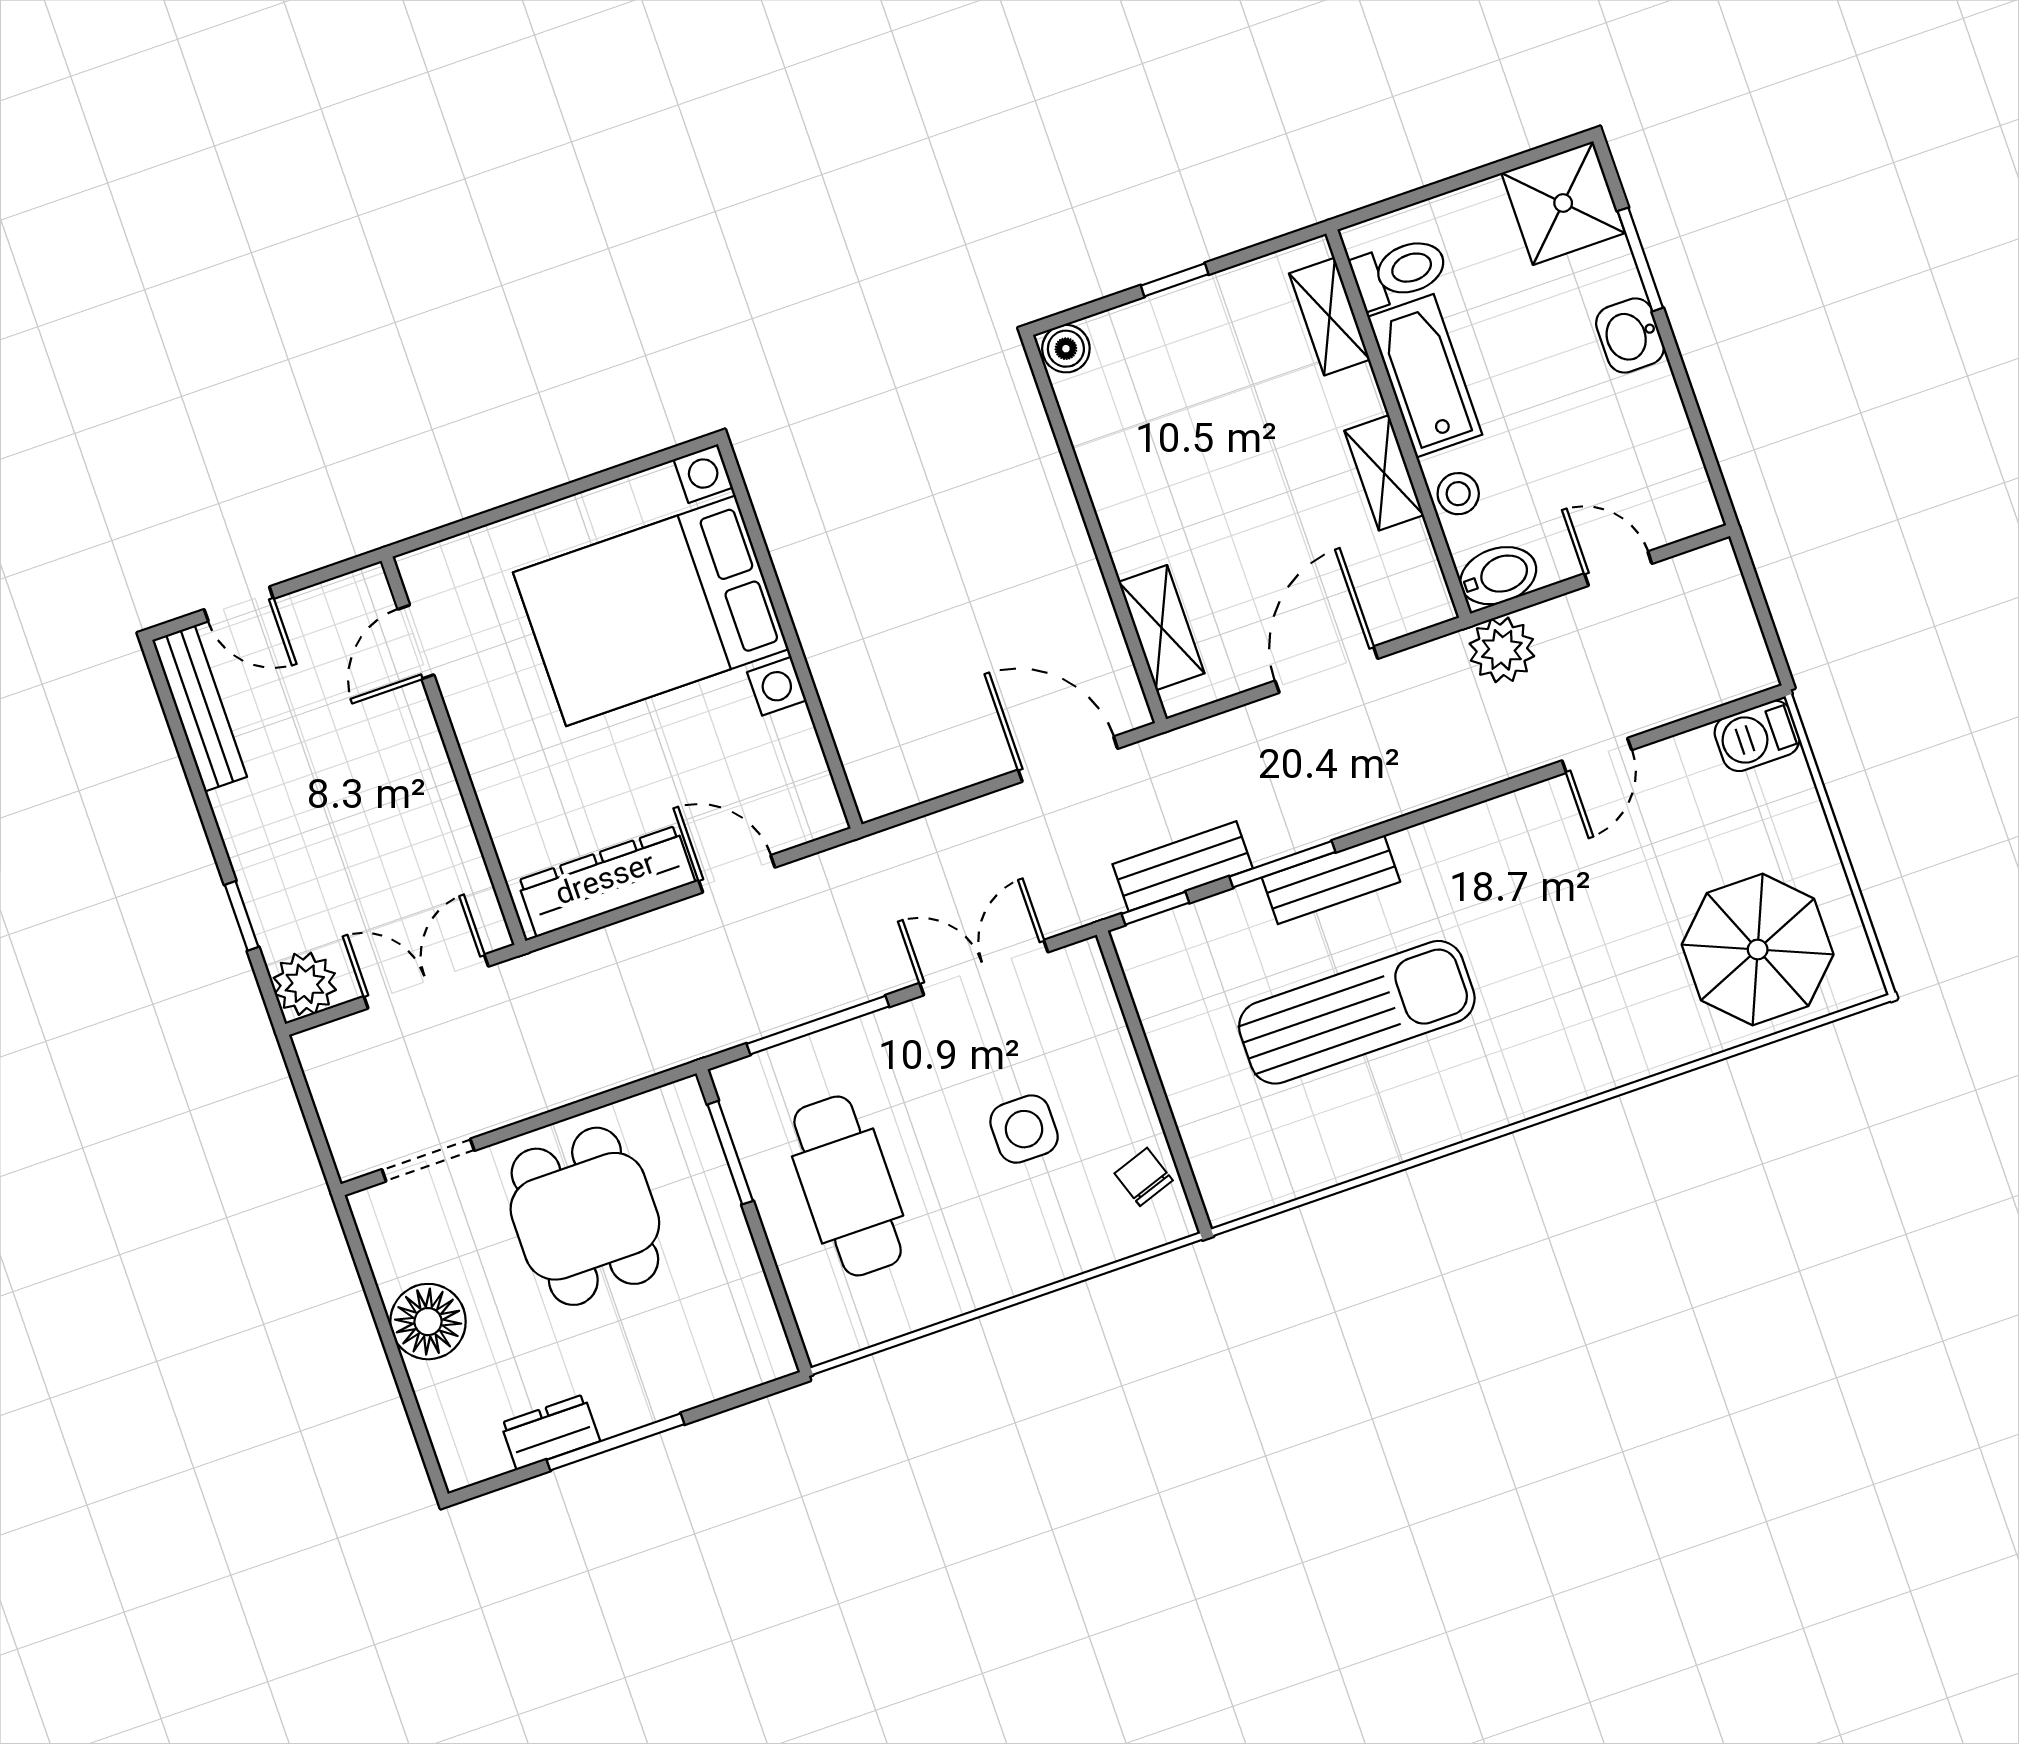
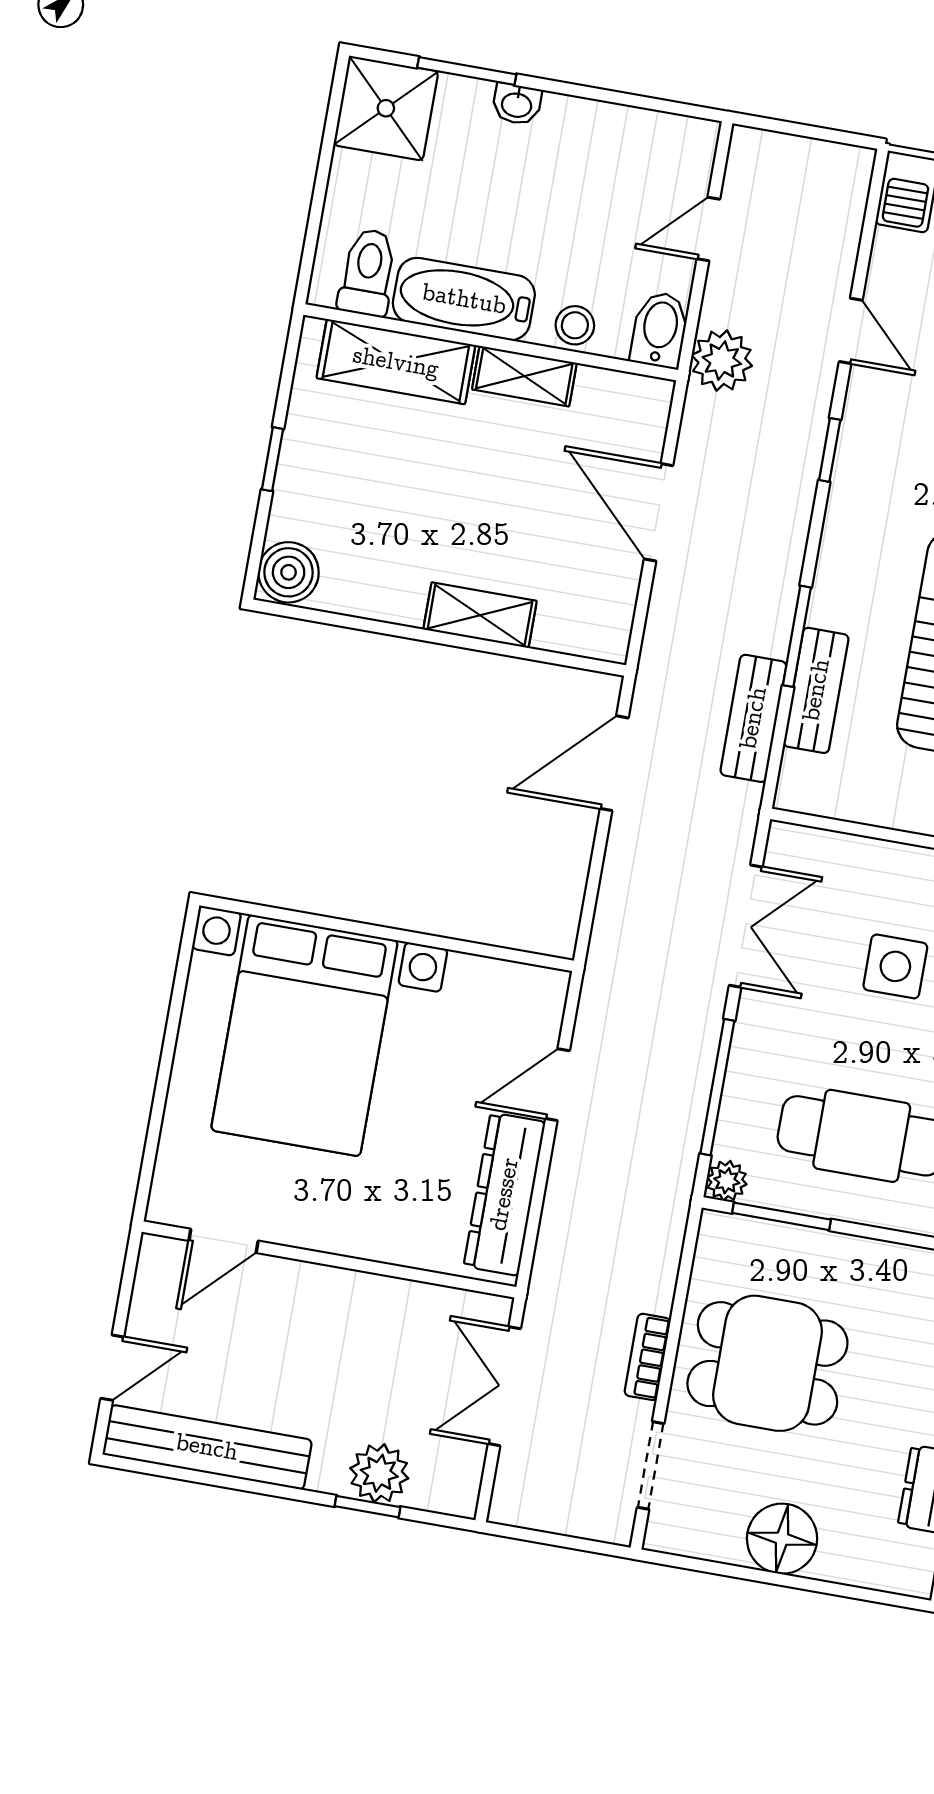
shelving: (1329, 317) -> (396, 362), width x1.50, depth x1.33
washbasin: (1630, 335) -> (517, 104), width x0.72, depth x0.69
boiler: (1066, 349) -> (289, 572), width x1.36, depth x1.36
shelving: (1162, 628) -> (480, 615), moved
door: (416, 642) -> (223, 1241), hinge flipped
bench: (200, 708) -> (207, 1447), width x1.37, depth x1.21
bench: (1331, 880) -> (816, 690), moved
window: (1155, 908) -> (830, 450), moved
double door: (984, 968) -> (746, 926), swing flipped
plant: (305, 984) -> (379, 1473), moved
plant: (735, 1083) -> (727, 1181), added
bookcase: (528, 1100) -> (648, 1357), added

